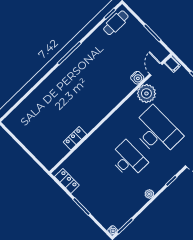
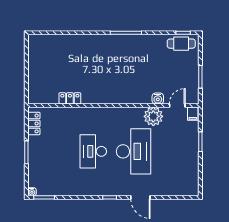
desk: (128, 160) -> (93, 151), turned 180
plant: (149, 194) -> (84, 191), removed

